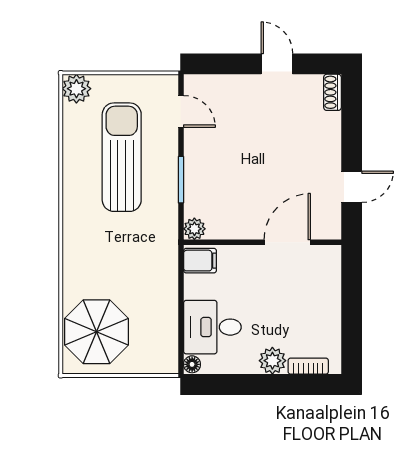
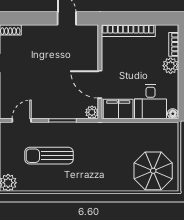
sun lounger: (122, 157) -> (49, 156), width x0.73, depth x0.75
door: (287, 242) -> (100, 84), moved
filing cabinet: (200, 261) -> (118, 109), width x2.00
bookcase: (331, 290) -> (128, 31), added

